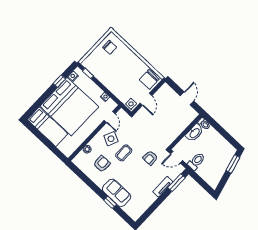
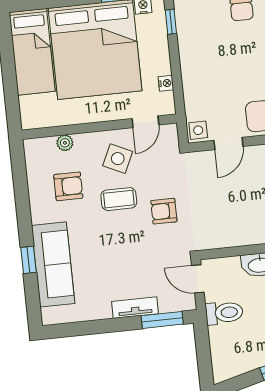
armchair: (150, 158) -> (164, 211), moved
sofa: (117, 193) -> (53, 264), width x1.36

